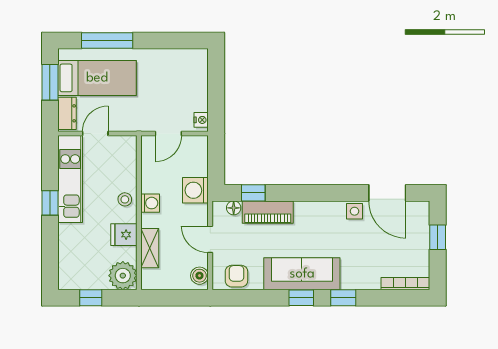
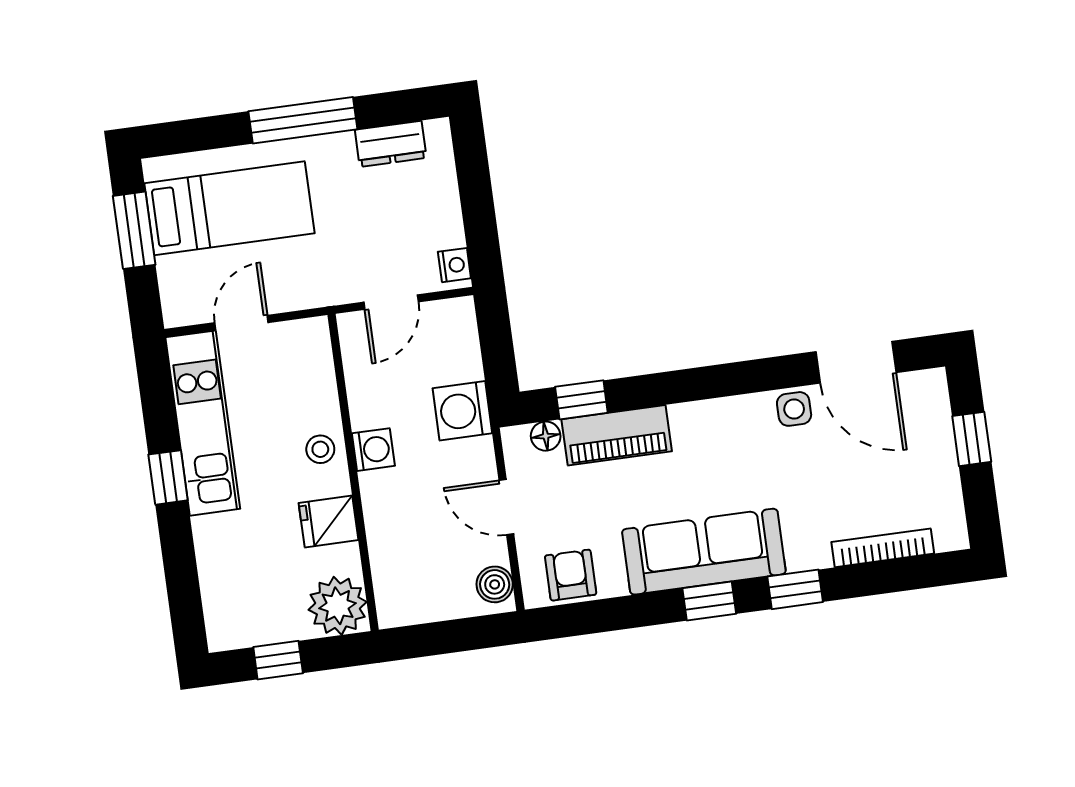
window: (107, 41) -> (303, 120), moved
dresser: (67, 113) -> (391, 144), moved, turned 90
shelving: (150, 248) -> (385, 542), removed
bookcase: (405, 284) -> (883, 548), moved

